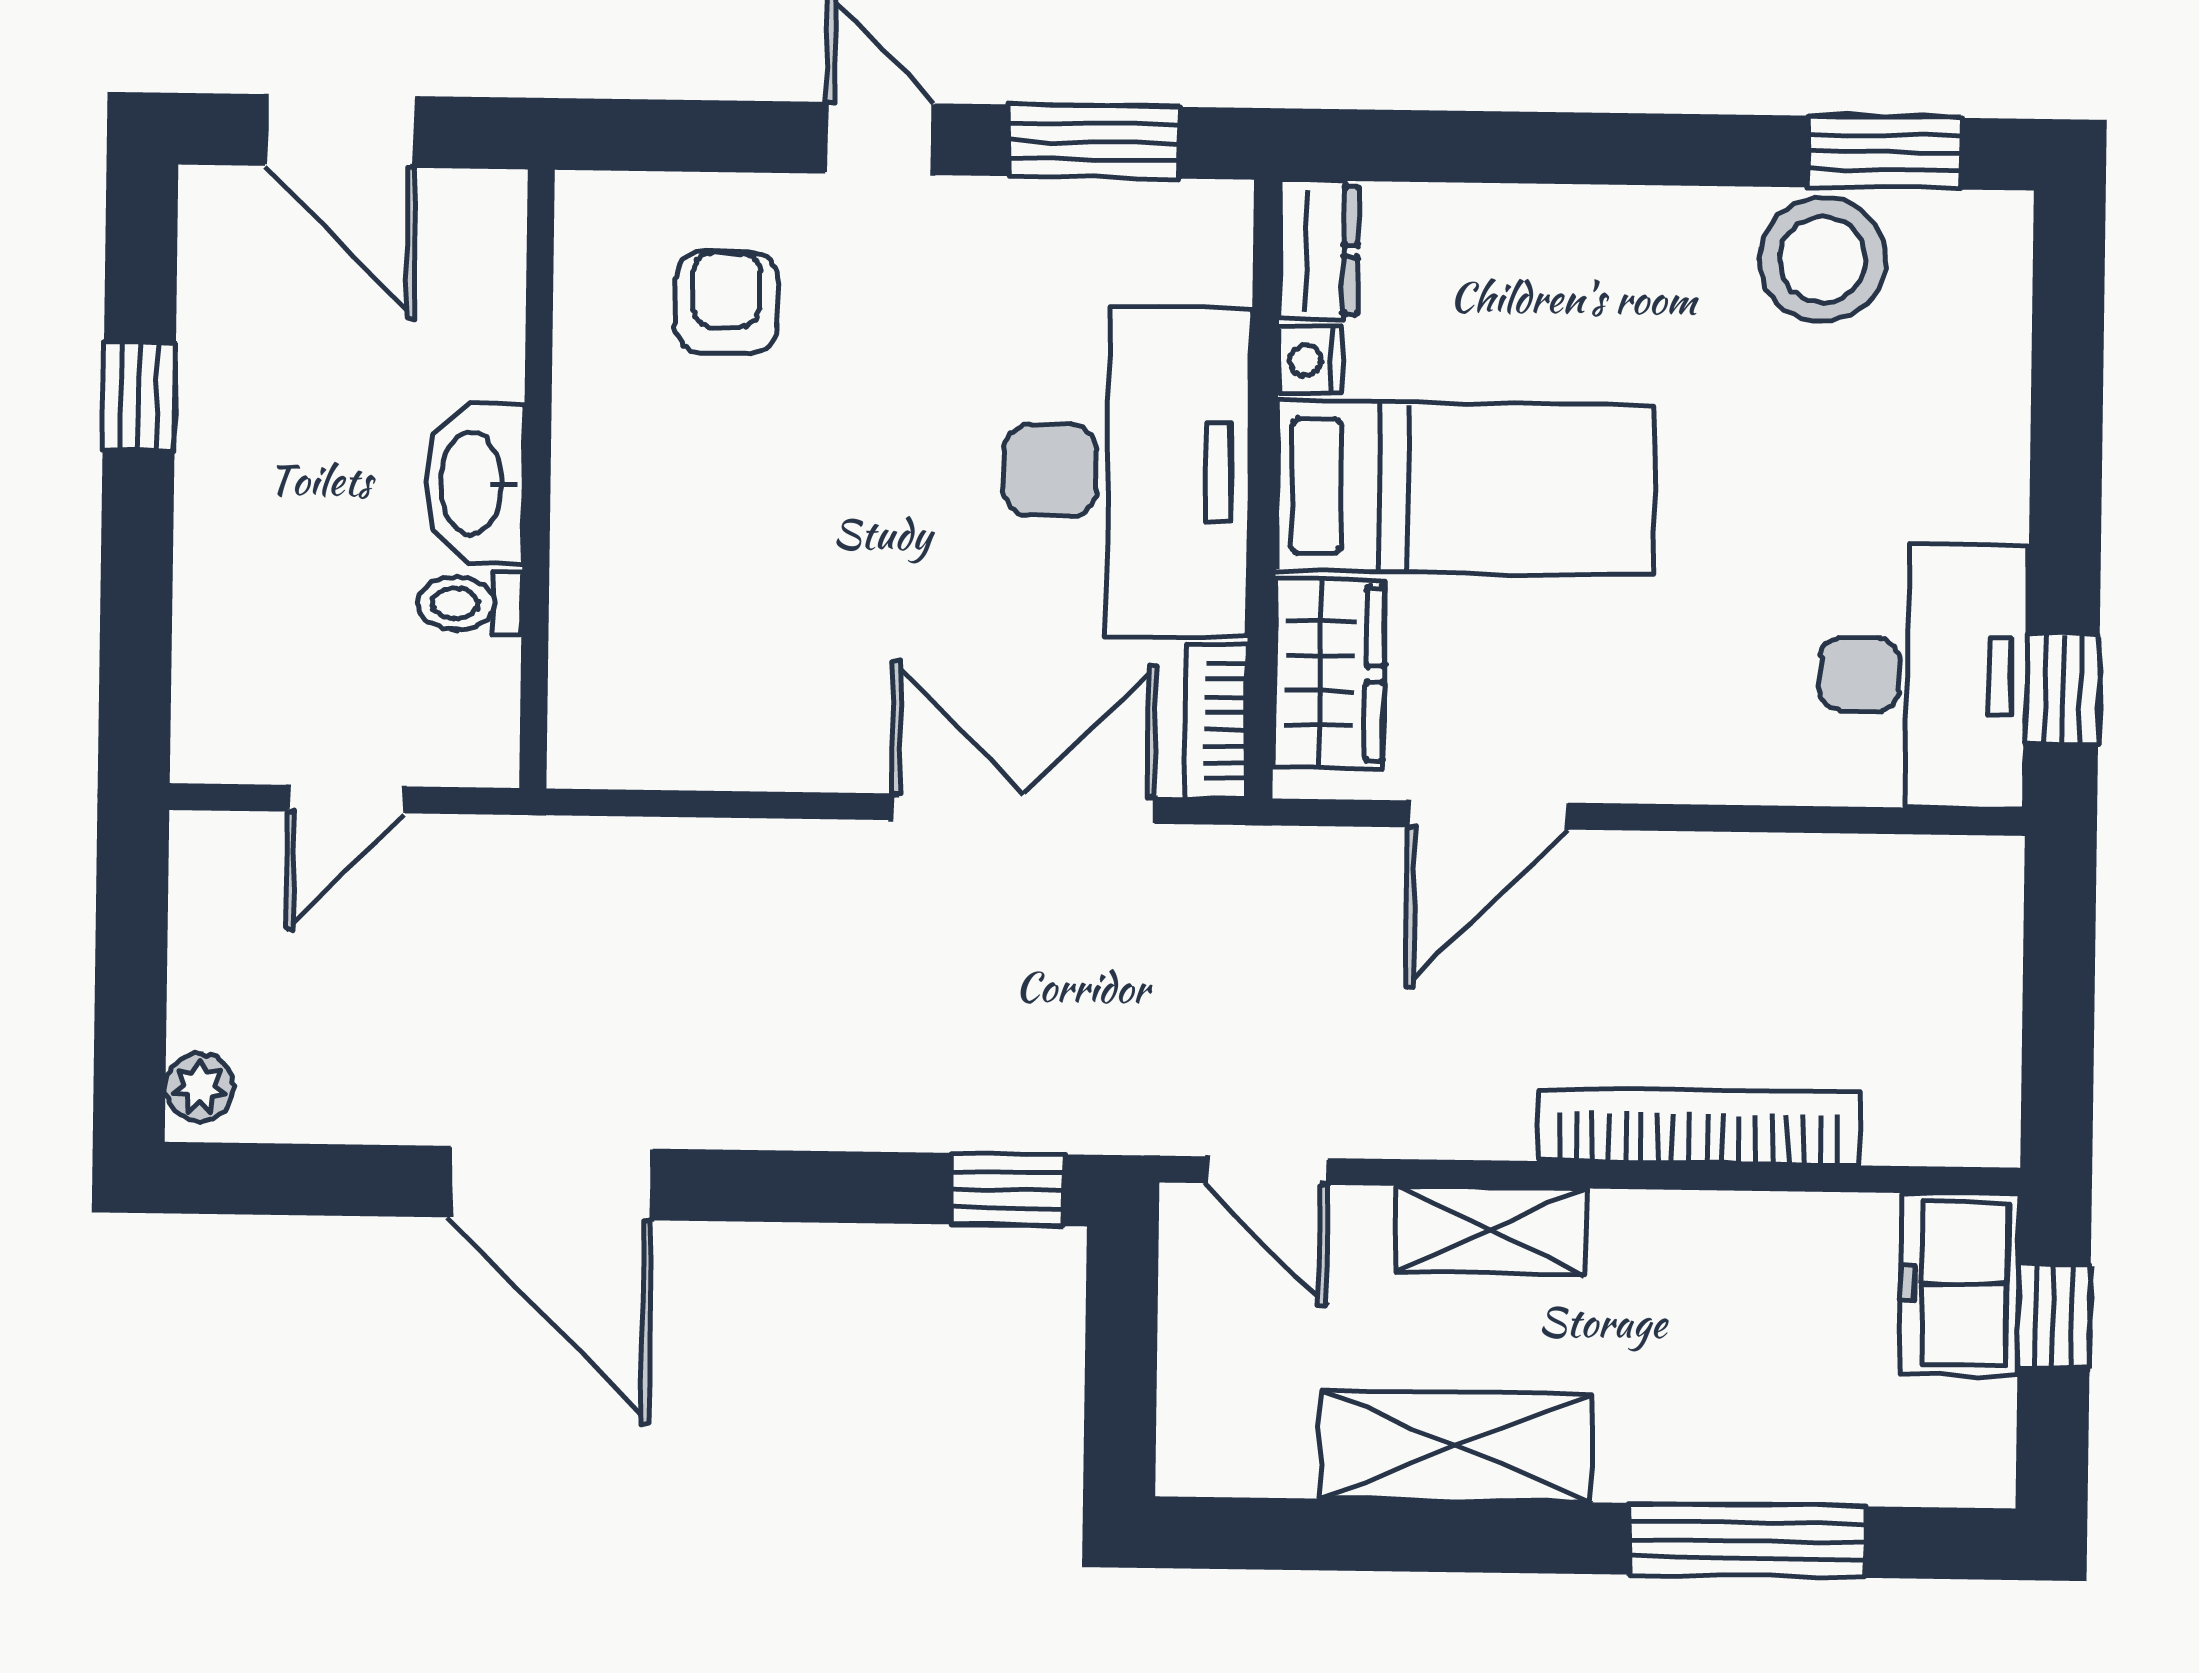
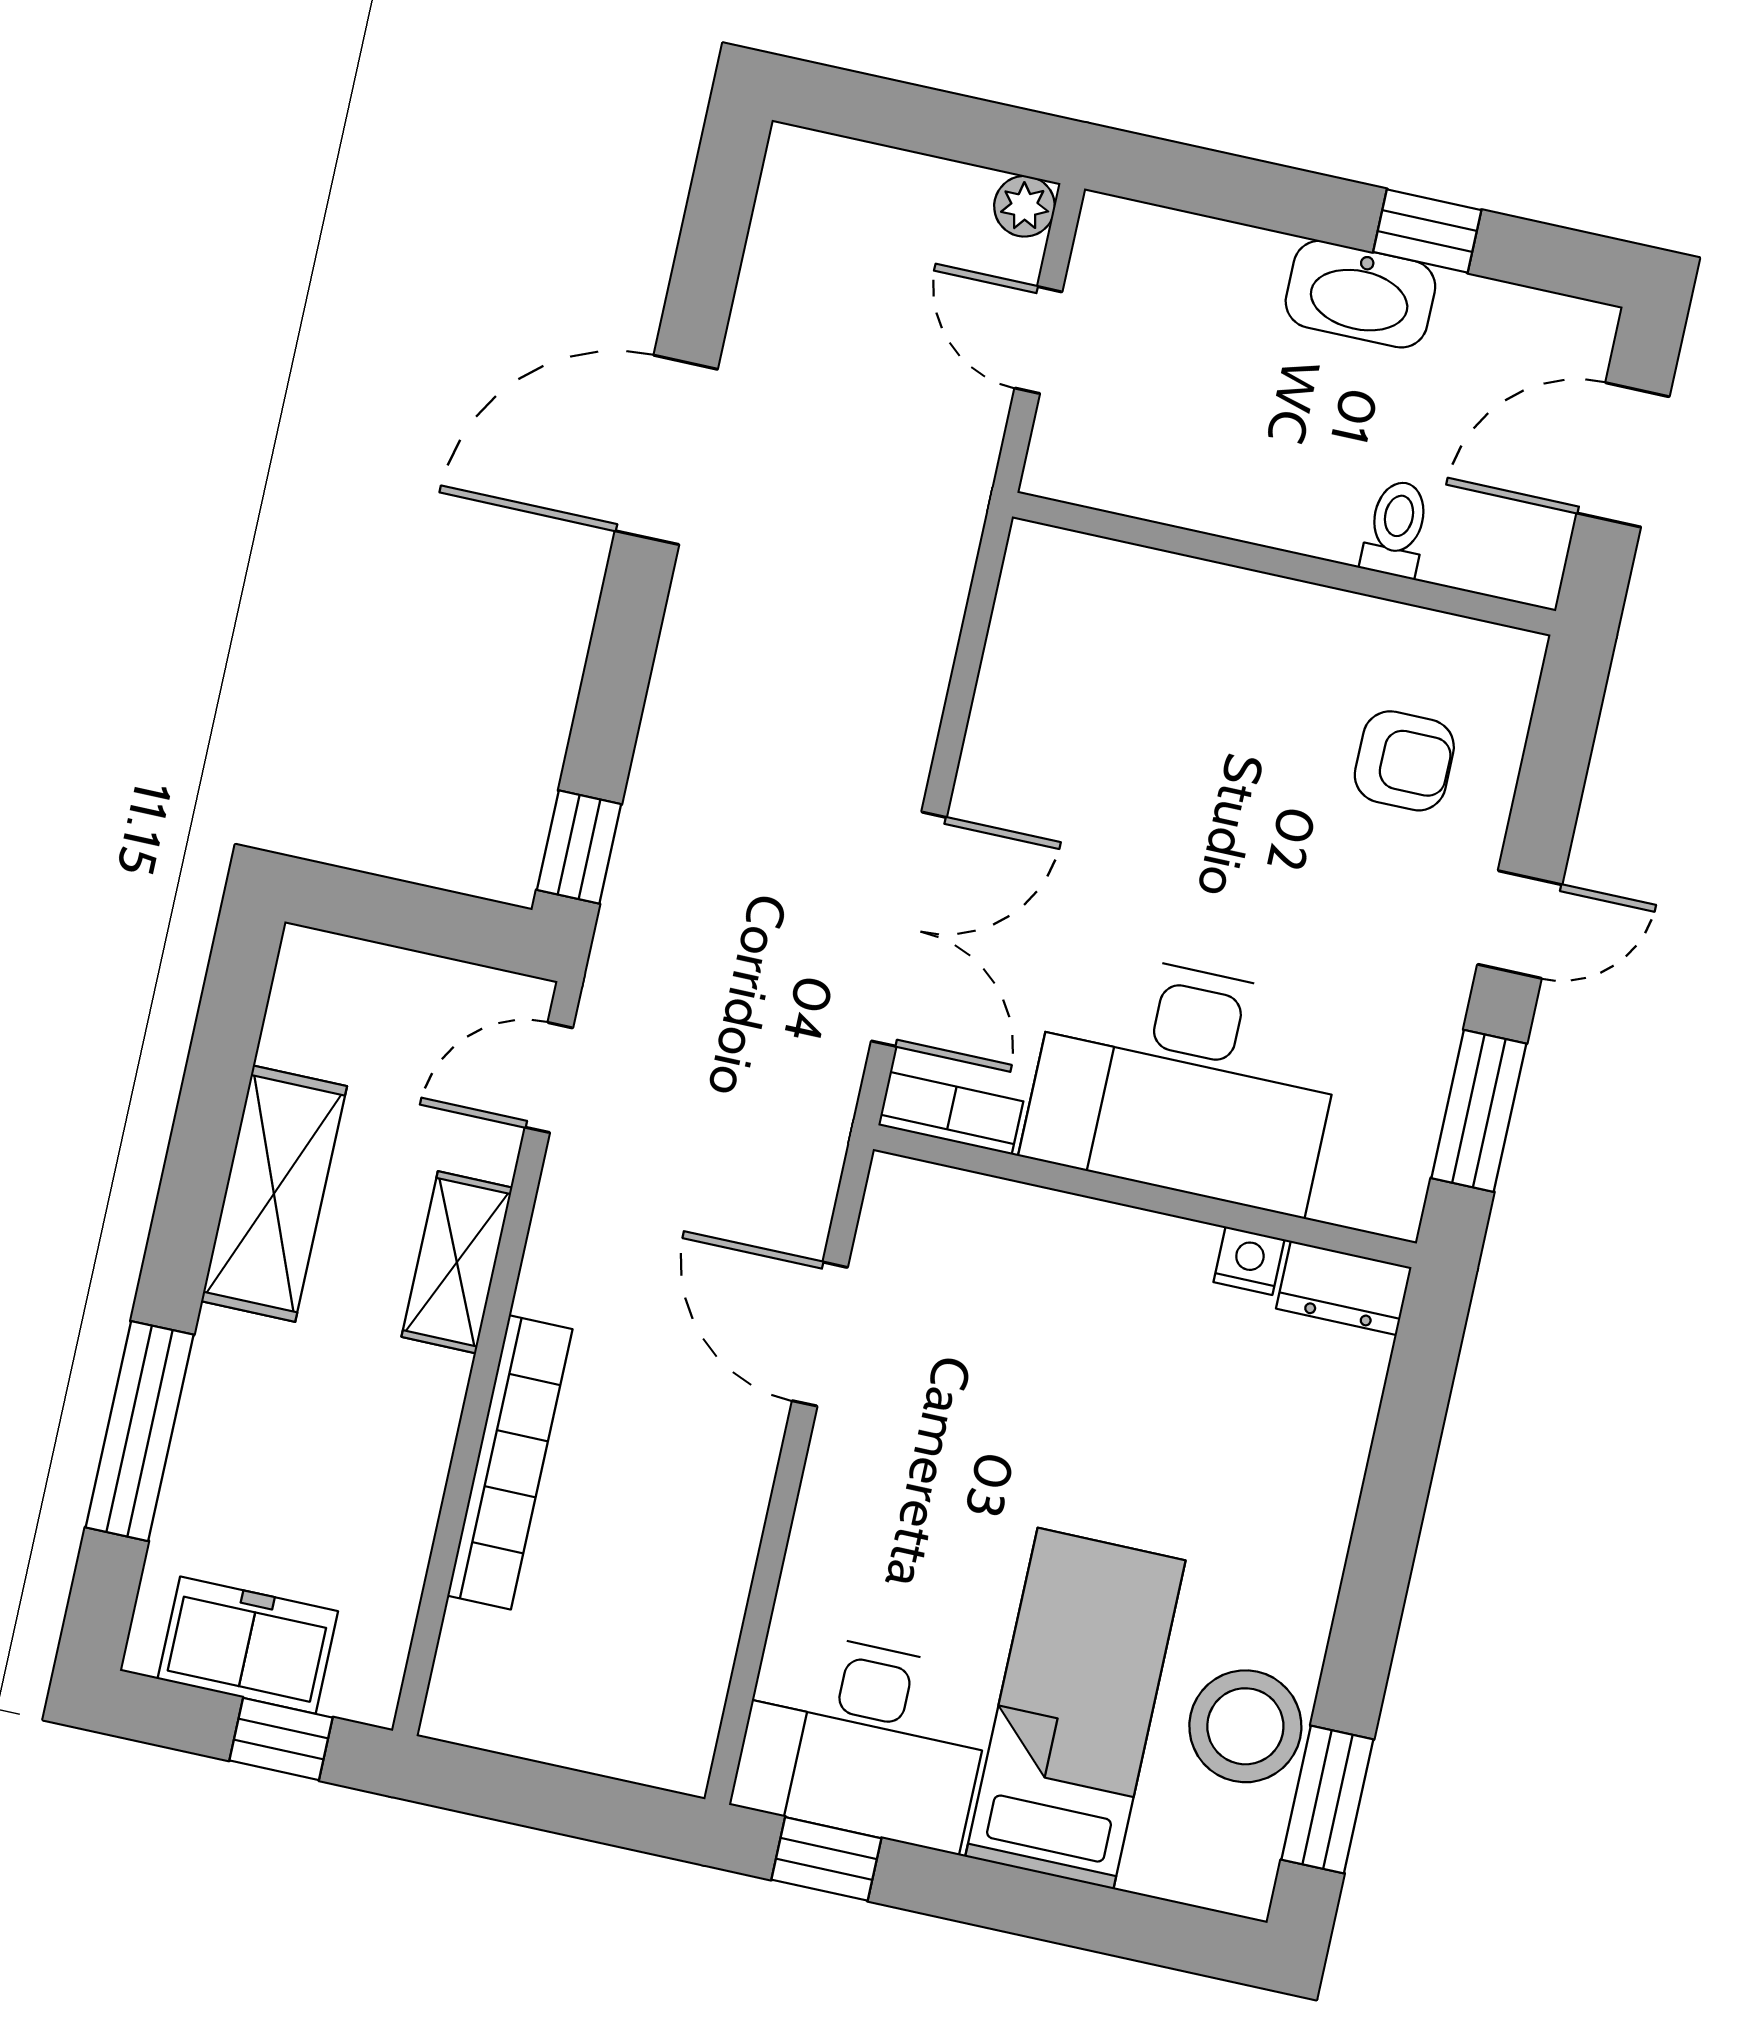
washbasin: (474, 484) -> (1360, 294), moved, turned 180
bed: (1466, 488) -> (1075, 1708), moved, turned 180
toilet: (470, 603) -> (1396, 529), moved
wardrobe: (1329, 673) -> (972, 1221), removed
plant: (199, 1087) -> (1025, 206), moved
freezer: (1960, 1284) -> (248, 1645), moved

